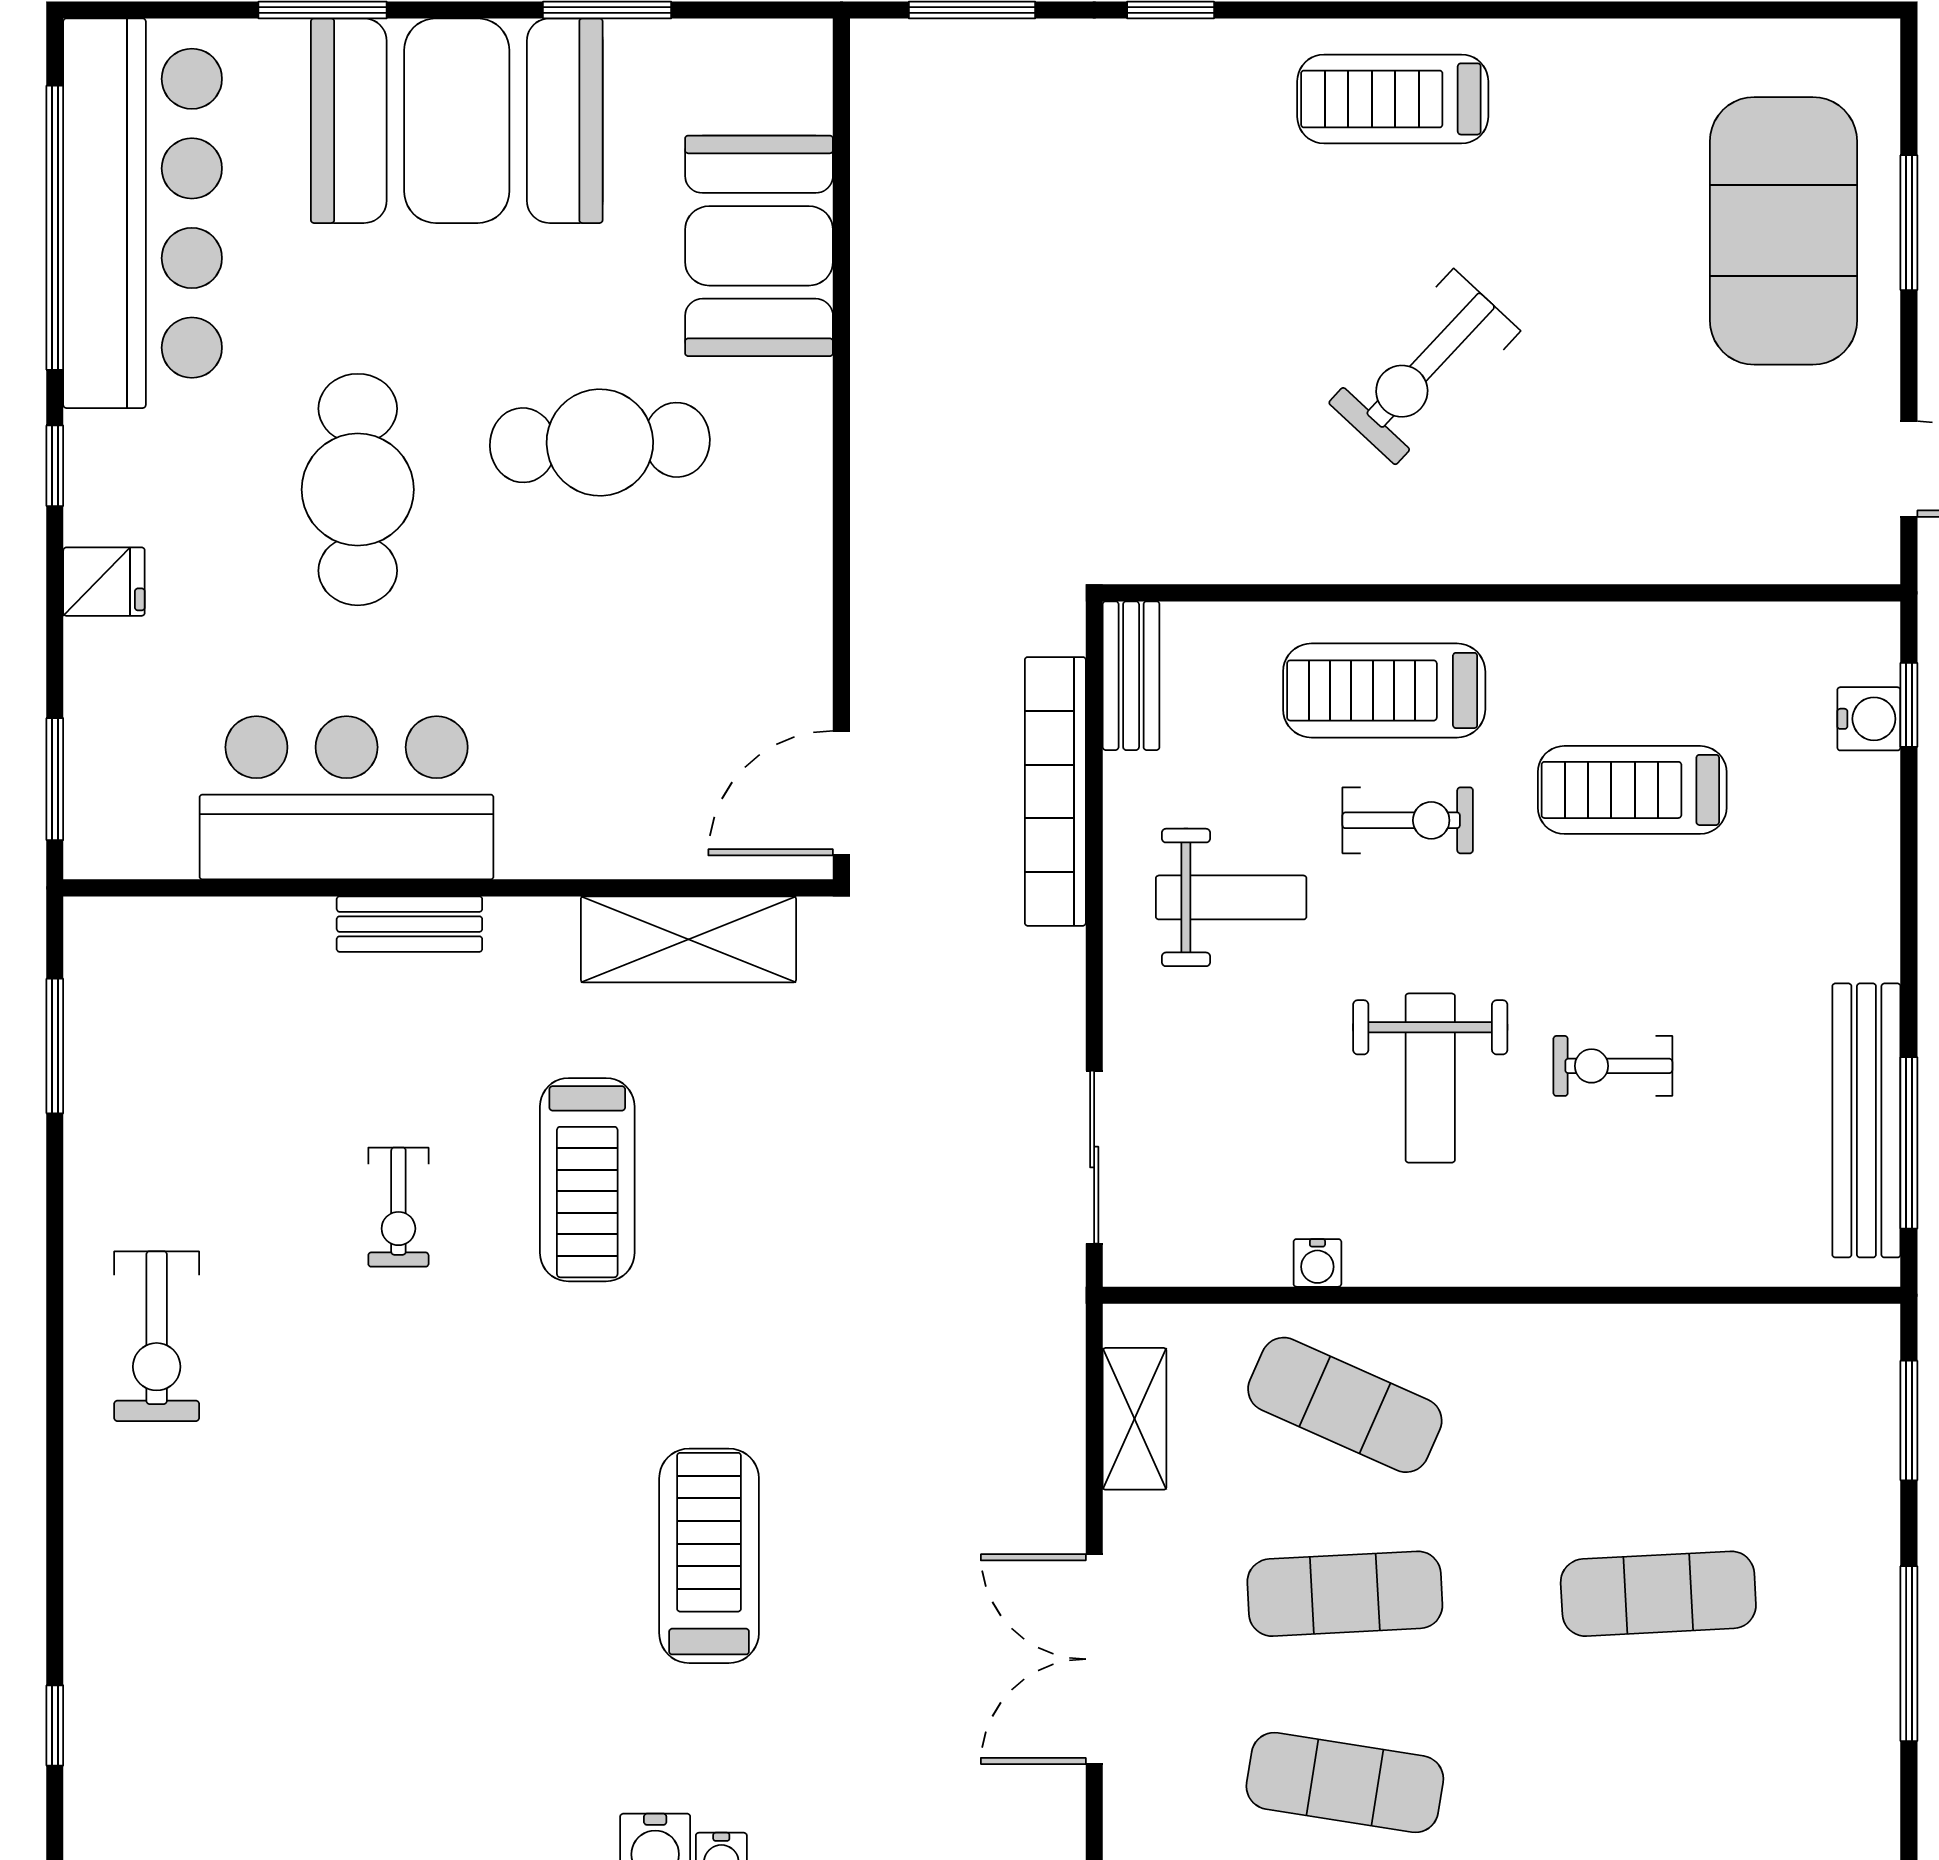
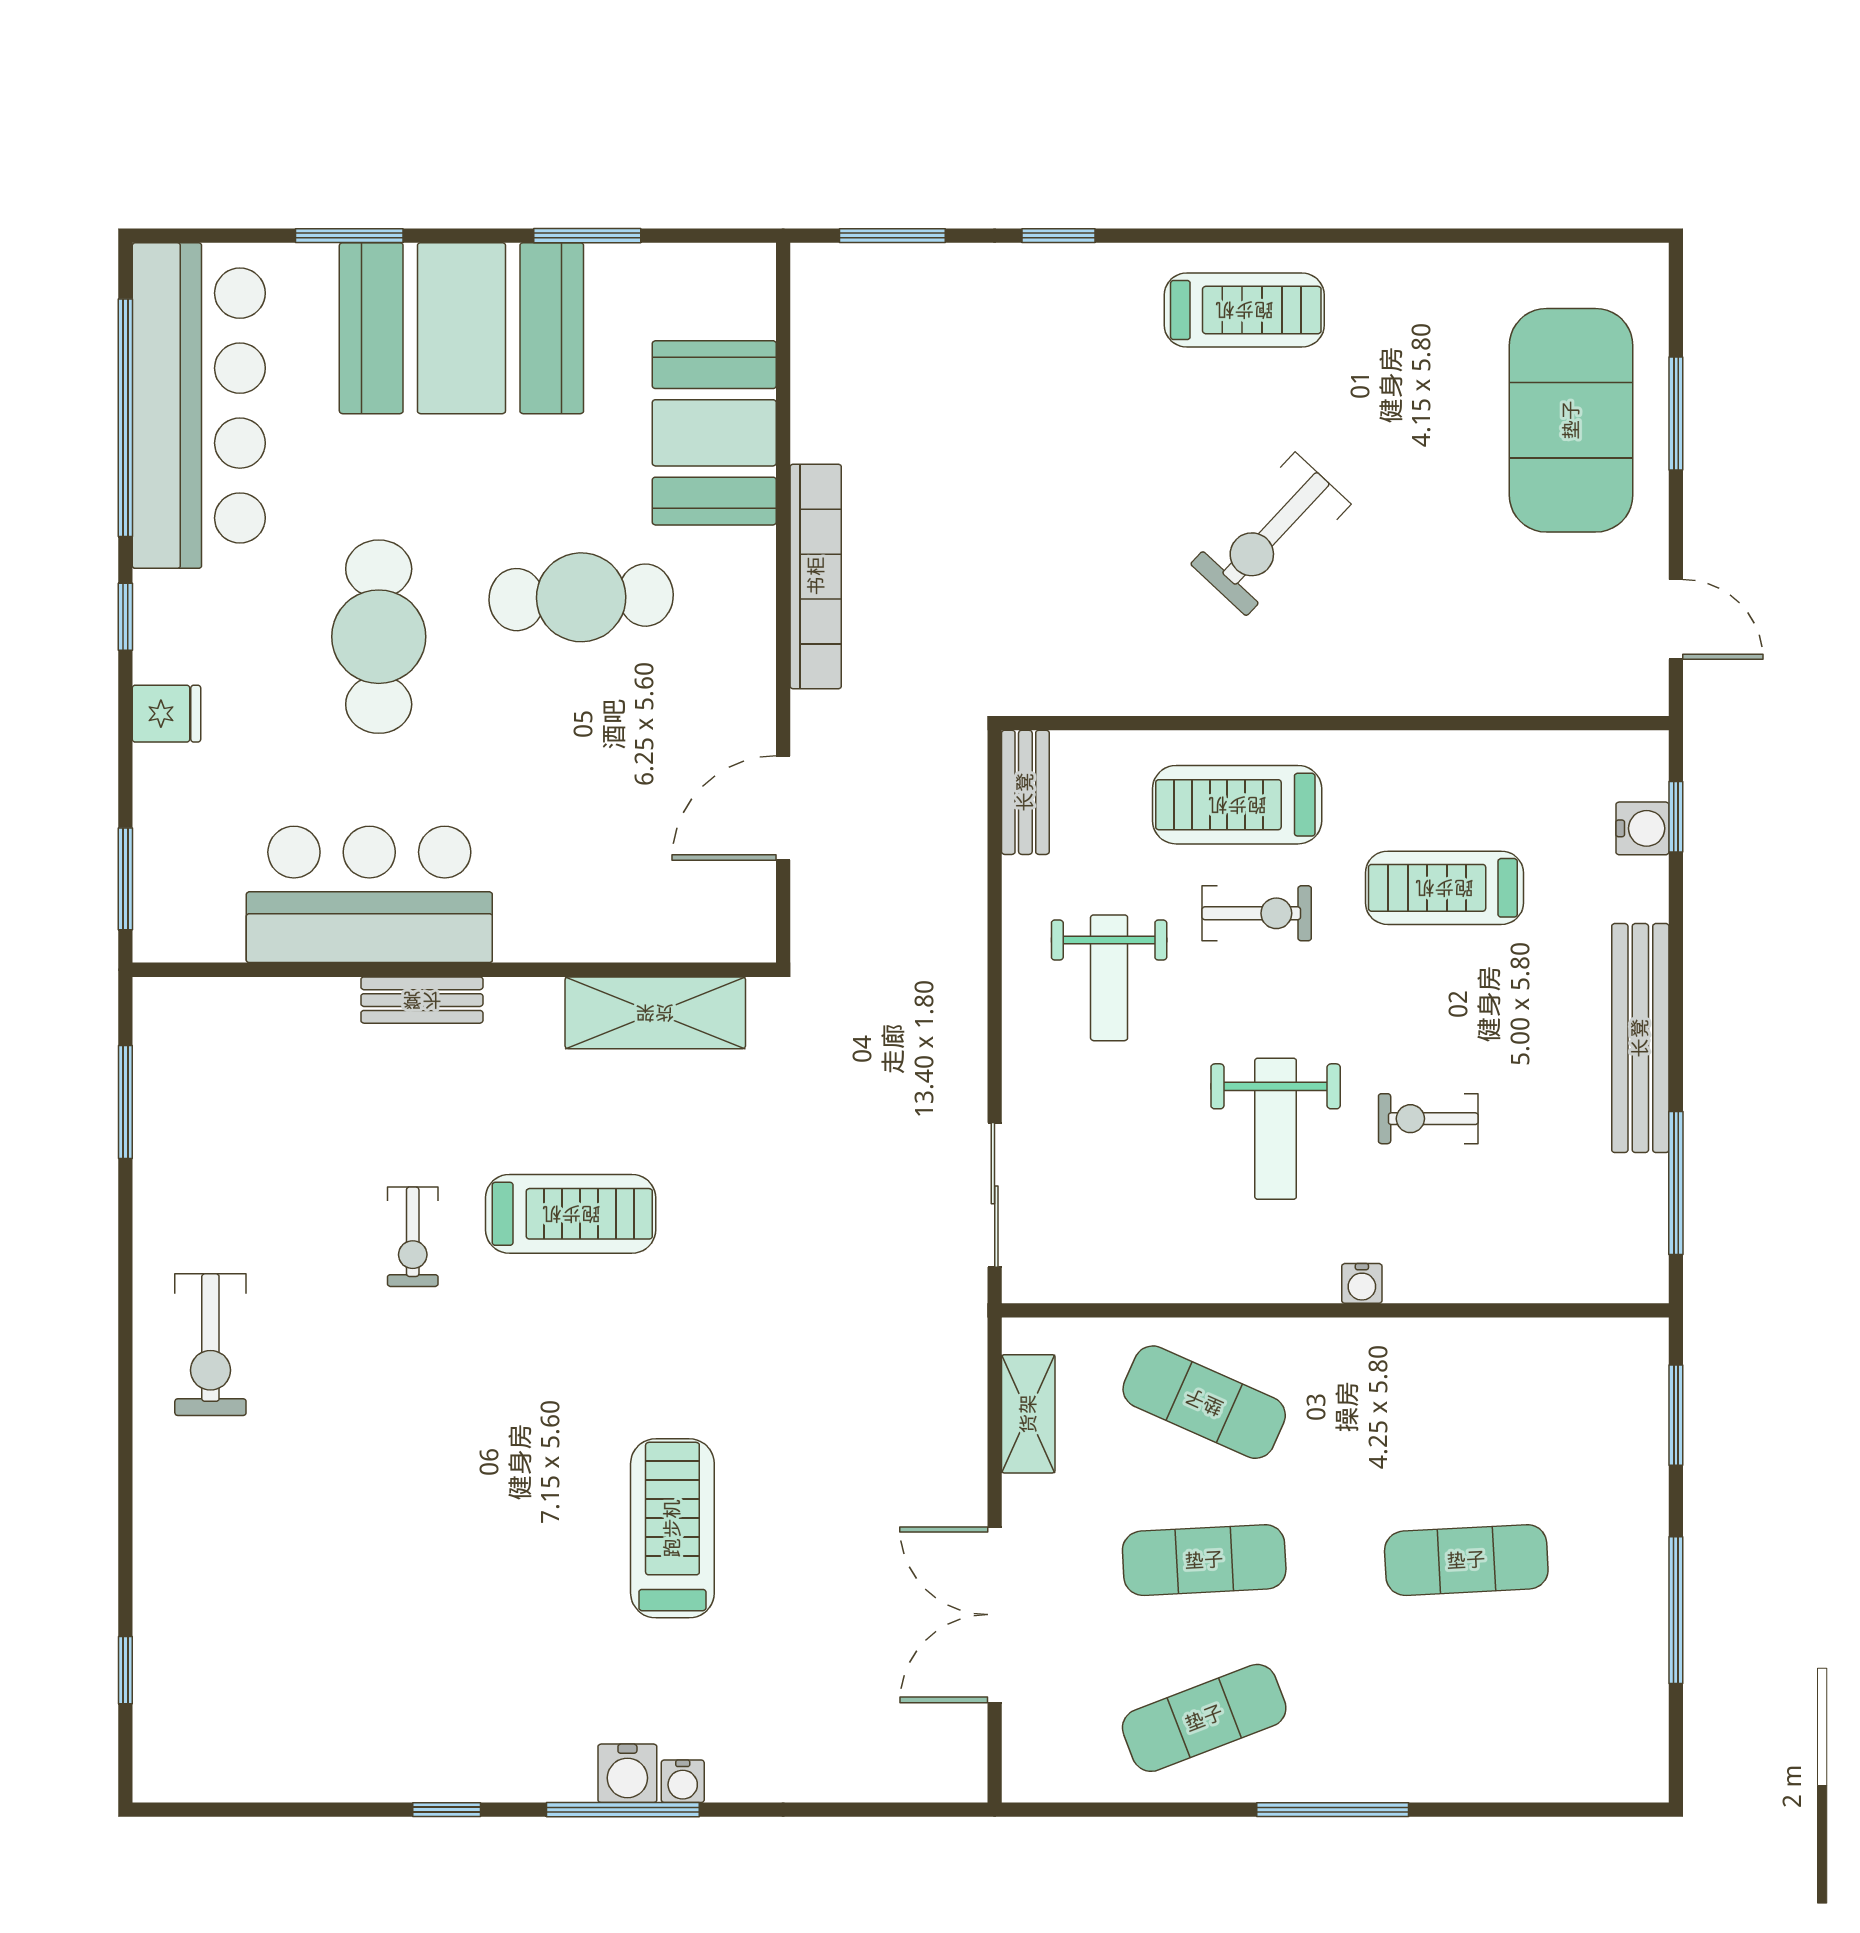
treadmill: (1393, 99) -> (1244, 310), turned 180
bookcase: (1055, 791) -> (816, 576), moved, turned 180
door: (841, 793) -> (783, 808), moved
weight bench: (1231, 897) -> (1109, 978), turned 90
bench: (1866, 1120) -> (1640, 1038), moved
treadmill: (587, 1180) -> (571, 1214), turned -90
water cooler: (1317, 1263) -> (1362, 1283), moved
exercise mat: (1345, 1783) -> (1204, 1718), turned -30

